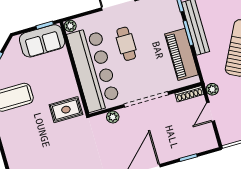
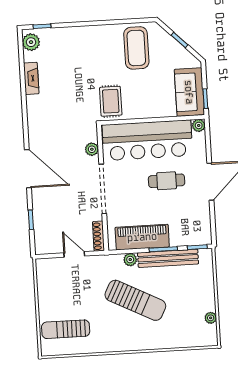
plant: (212, 89) -> (130, 260), moved

